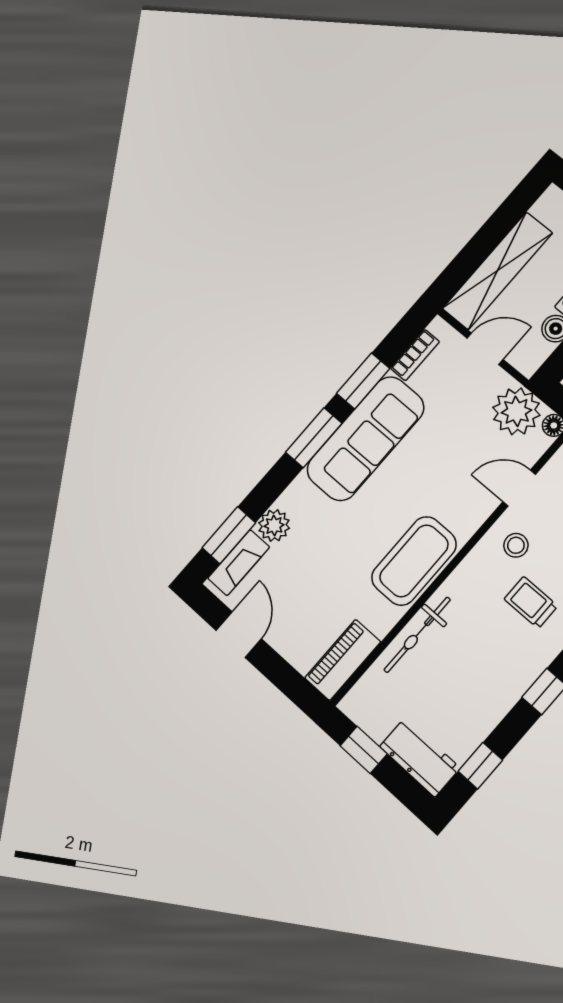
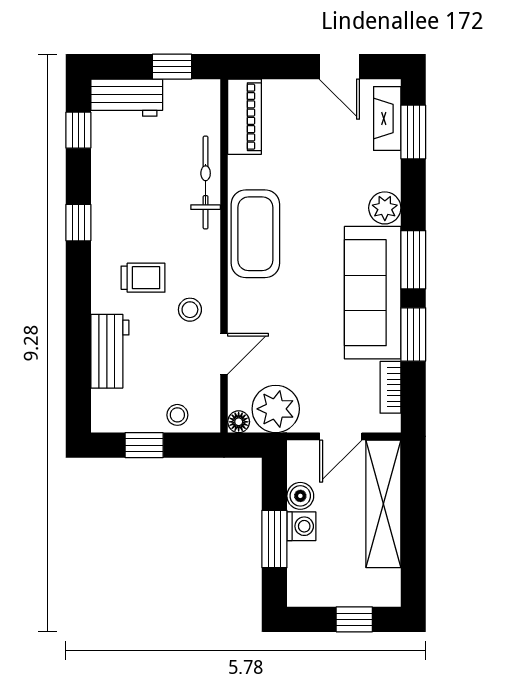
plant: (274, 525) -> (385, 208), moved

